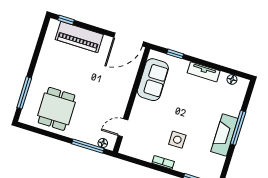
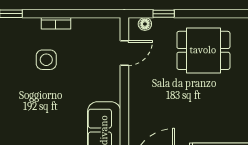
dining table: (57, 109) -> (203, 50), moved, turned 90
window: (88, 146) -> (164, 14), width x0.46

